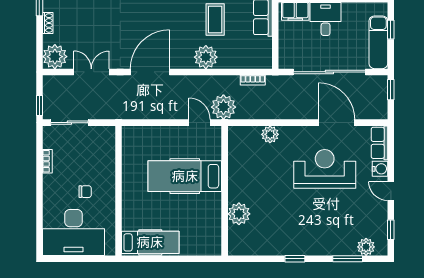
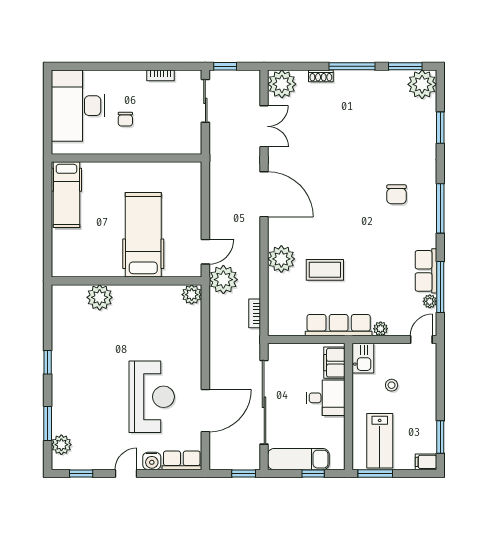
plant: (270, 134) -> (192, 295), moved

